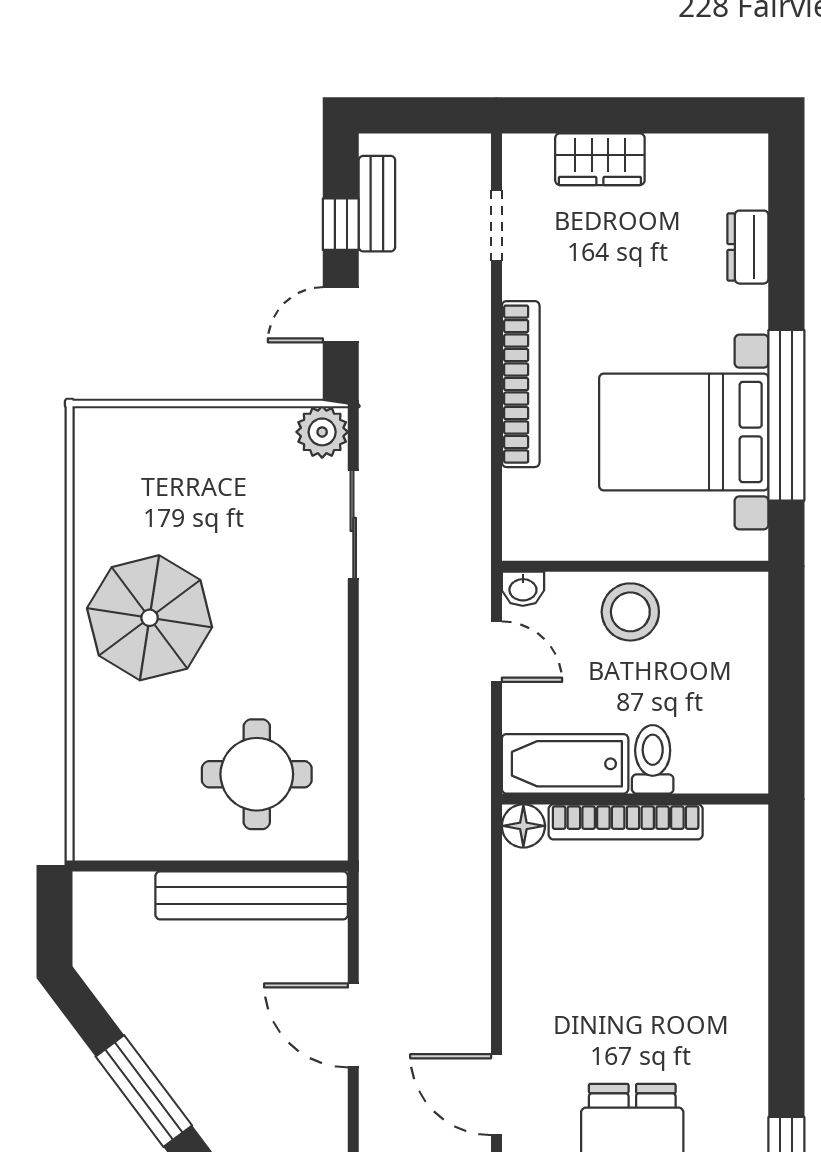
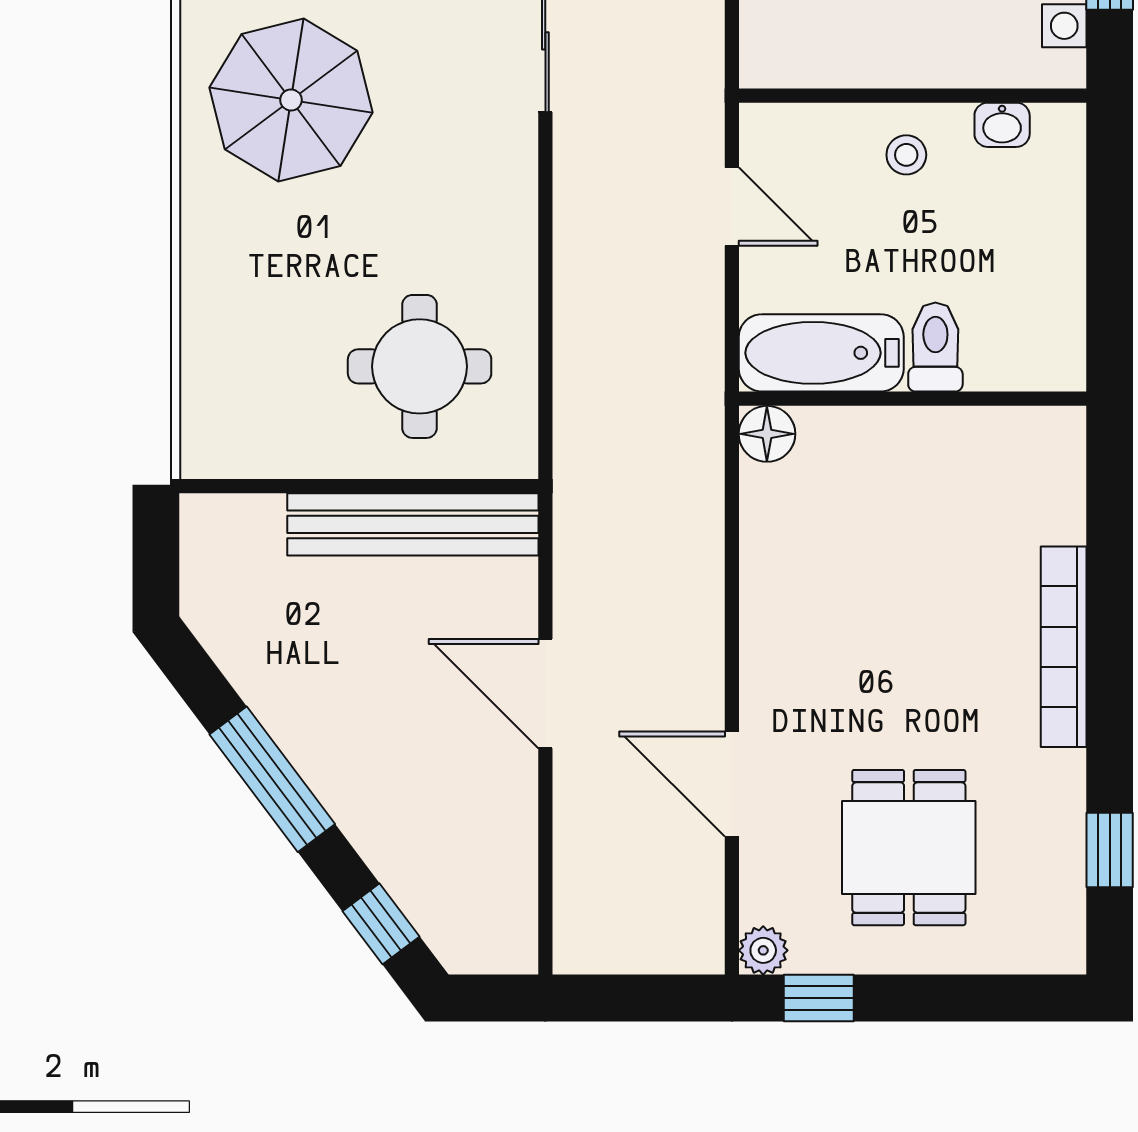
washbasin: (523, 589) -> (1002, 125), moved
stool: (630, 612) -> (906, 155), width x0.53, depth x0.53
parasol: (150, 618) -> (291, 100), moved
bookcase: (626, 822) -> (1064, 647), moved, turned 90

